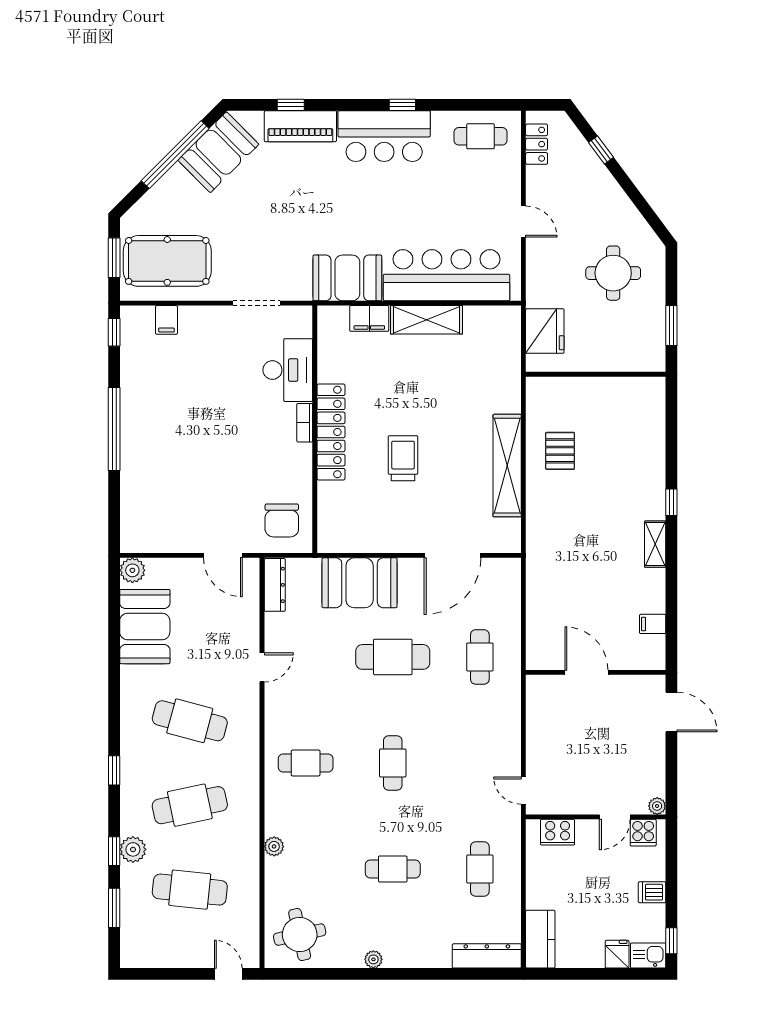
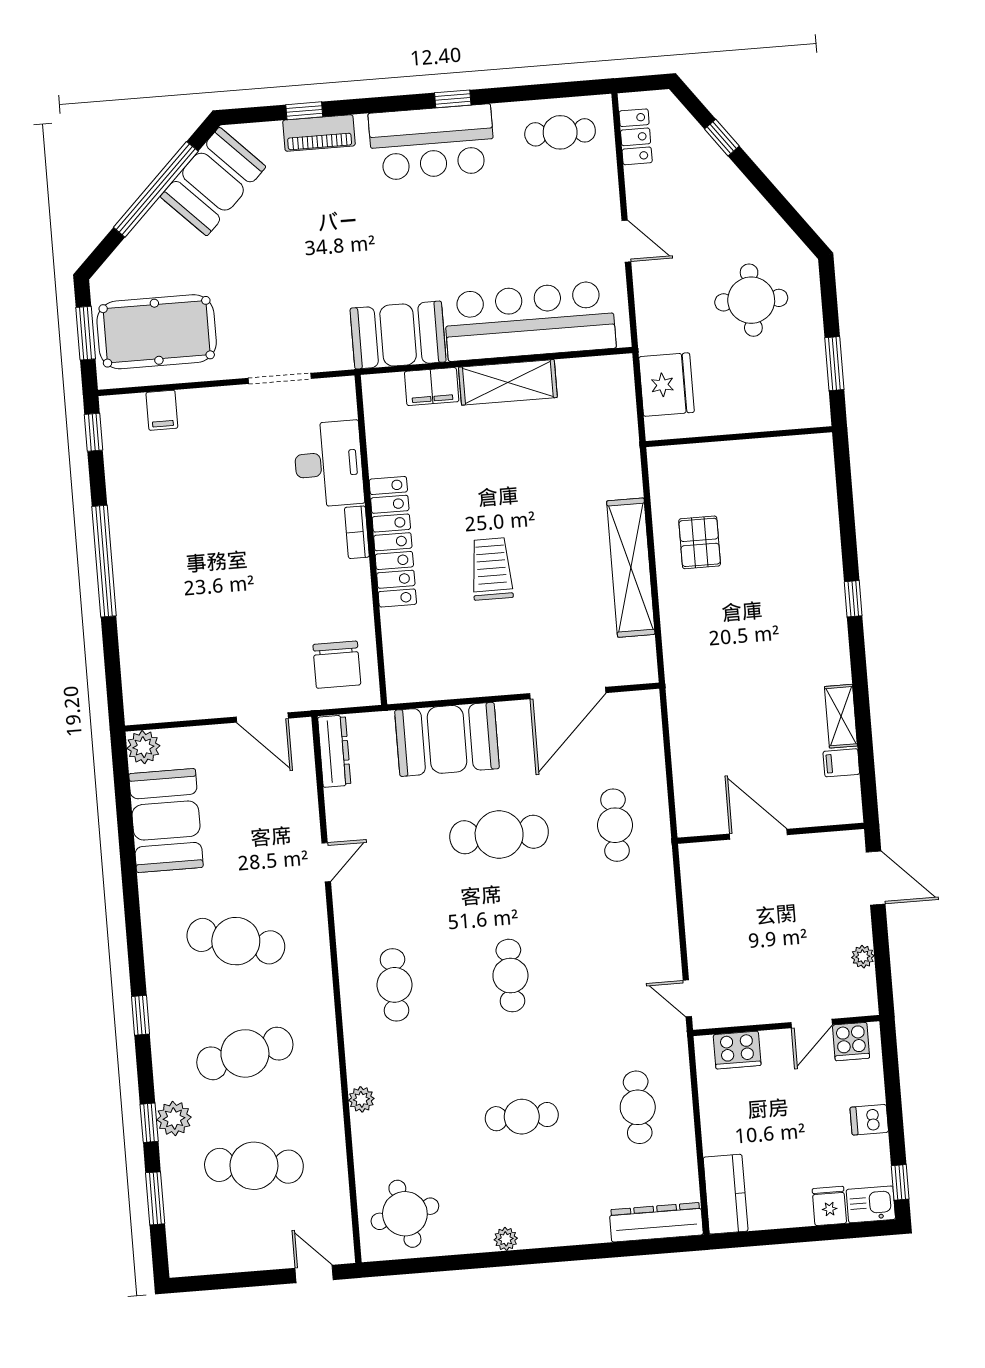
piano: (300, 126) -> (319, 133), width x0.73, depth x0.75
shelving: (655, 544) -> (841, 716), moved
cafe table: (306, 763) -> (394, 985), turned 90
plant: (657, 806) -> (863, 957), moved

